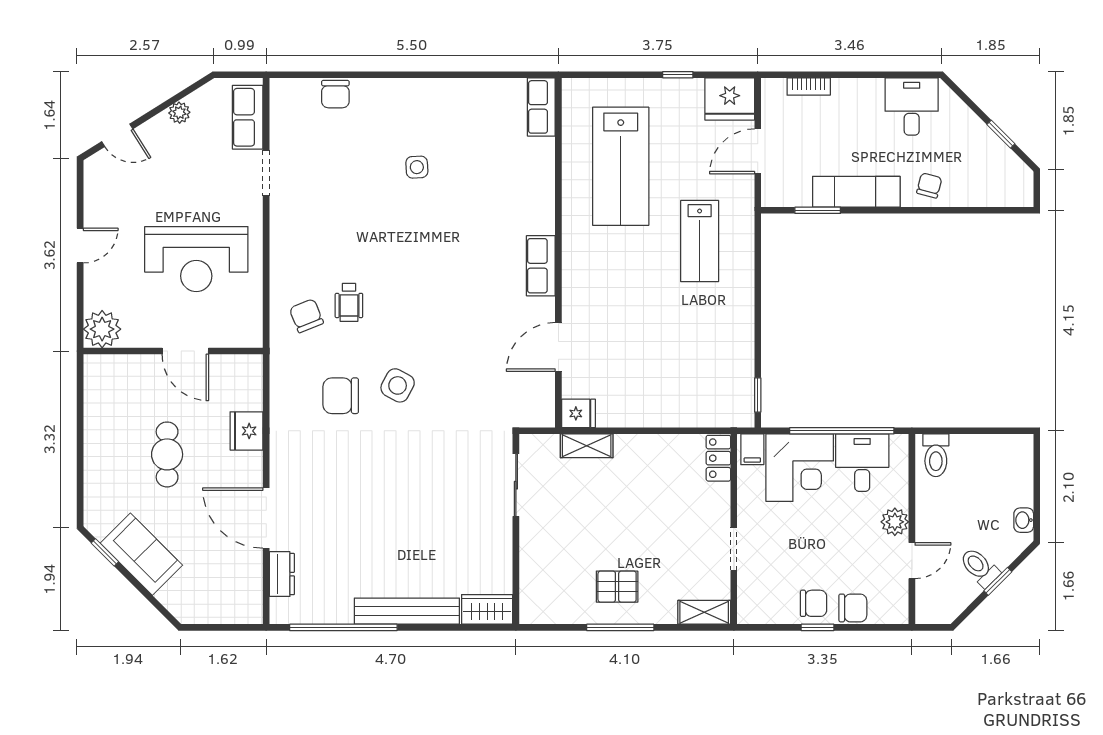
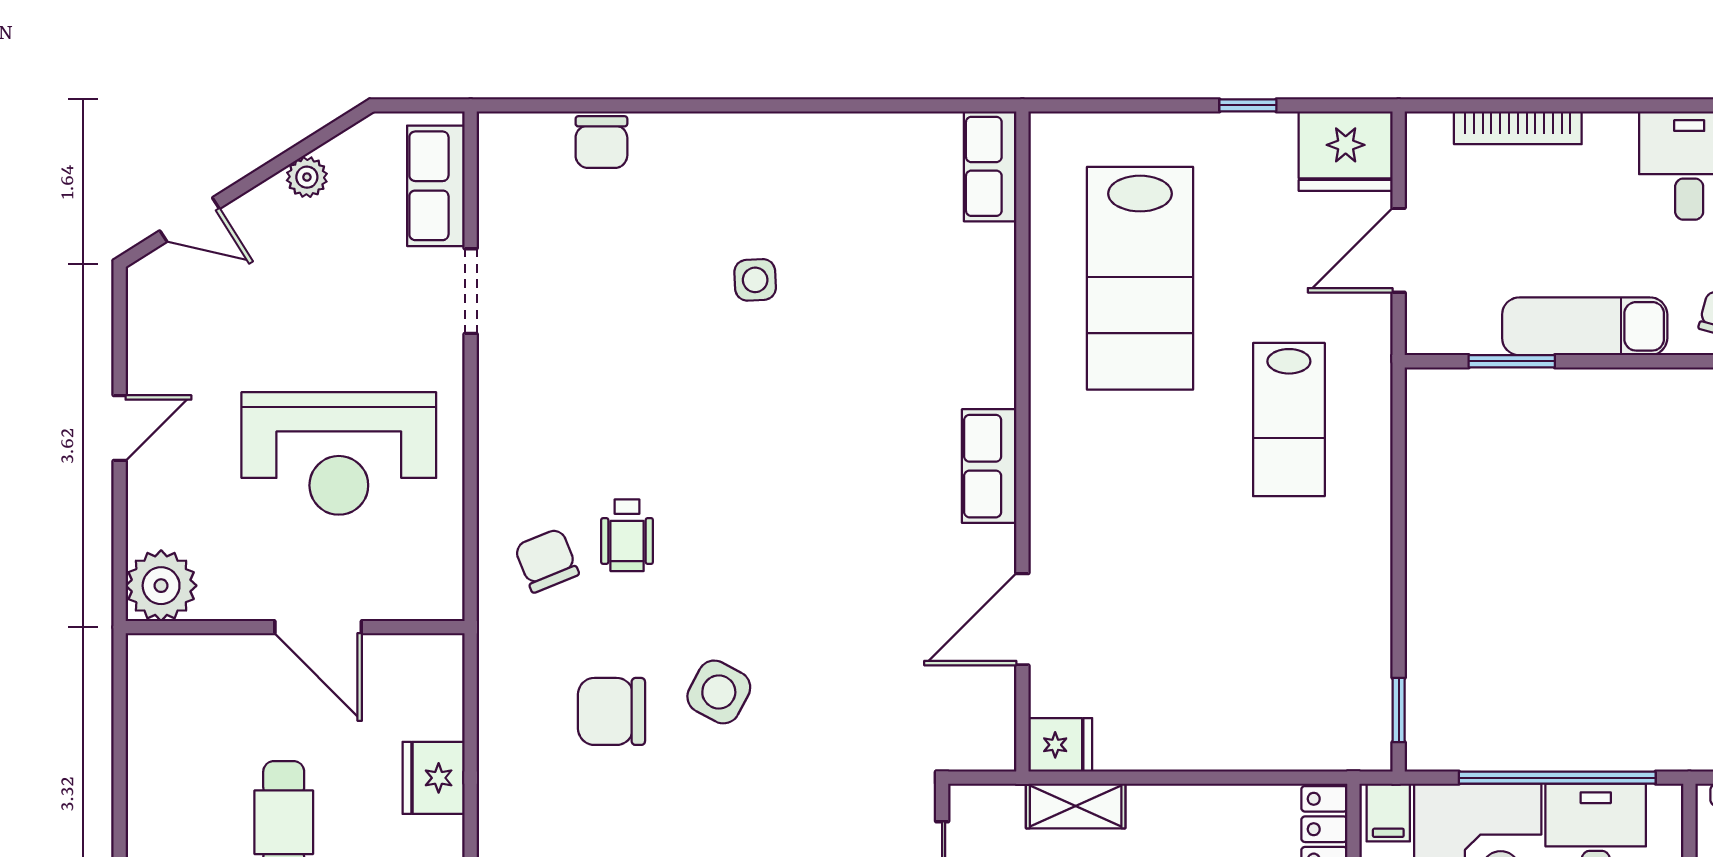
bookcase: (809, 87) -> (1518, 128), width x1.56

